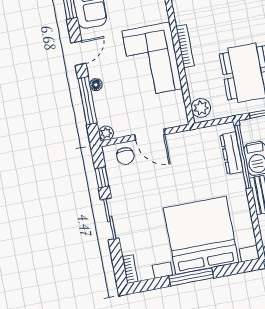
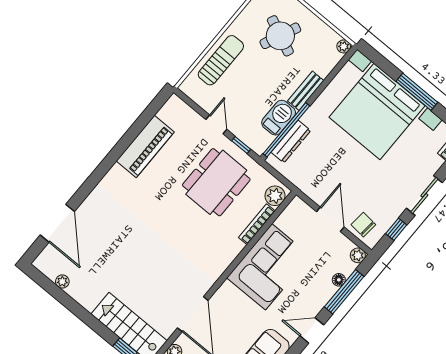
bookcase: (185, 46) -> (257, 224), moved
floor lamp: (96, 85) -> (339, 280), moved
chair: (125, 156) -> (363, 225), turned -85

